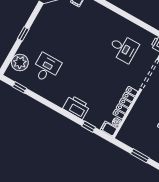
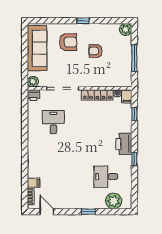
window: (20, 87) -> (134, 159), moved
printer: (76, 107) -> (124, 144), moved
window: (140, 156) -> (134, 58), width x1.44

